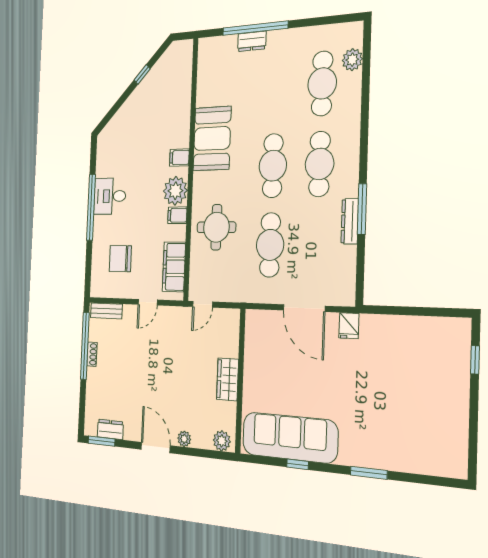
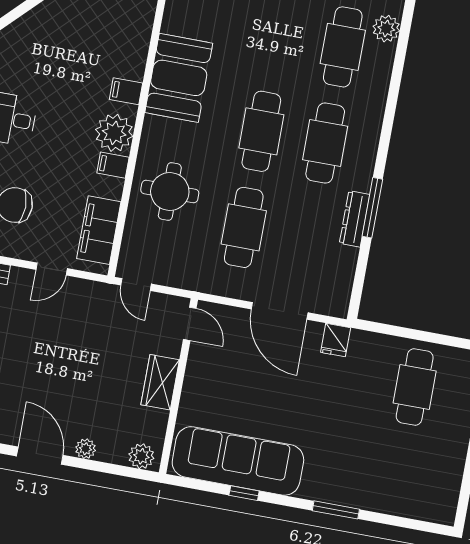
door: (203, 304) -> (136, 285), hinge flipped
door: (242, 329) -> (190, 324), added
cafe table: (417, 357) -> (415, 387), added

